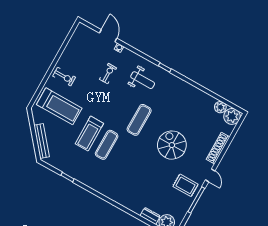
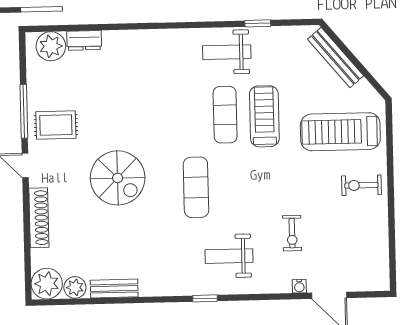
bench: (203, 96) -> (114, 288), added
weight bench: (89, 172) -> (227, 52), added

